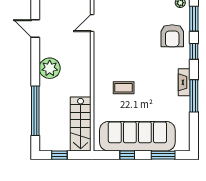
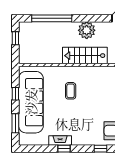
fireplace: (184, 82) -> (60, 141), moved
window: (194, 96) -> (64, 149), width x0.46
stairs: (81, 124) -> (85, 56), moved

